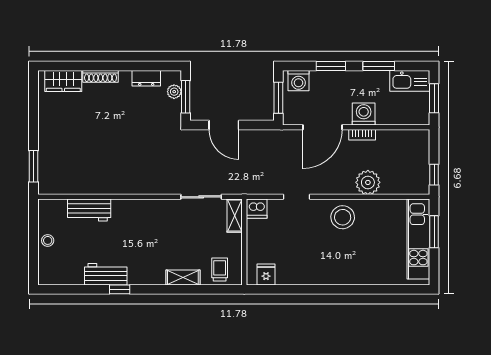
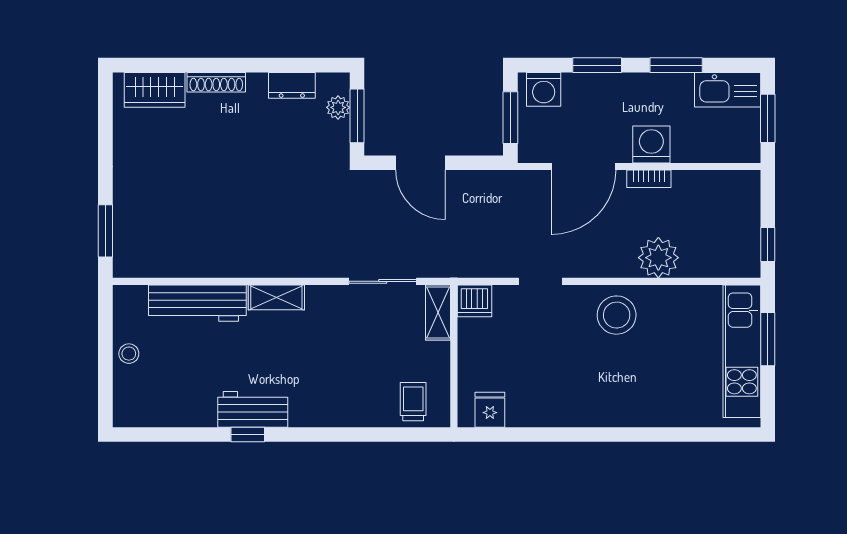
workbench: (89, 210) -> (197, 303), width x1.38
workbench: (106, 274) -> (253, 409), moved
shelving: (183, 277) -> (276, 297), moved

